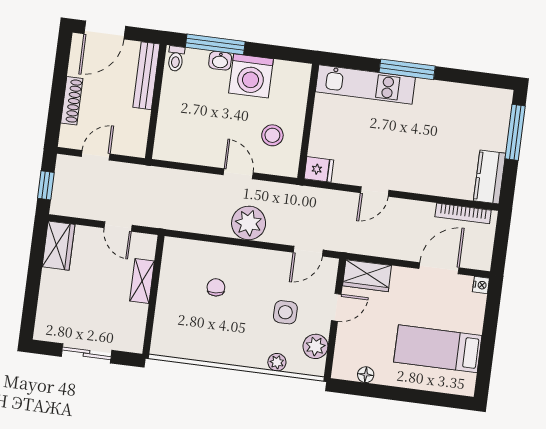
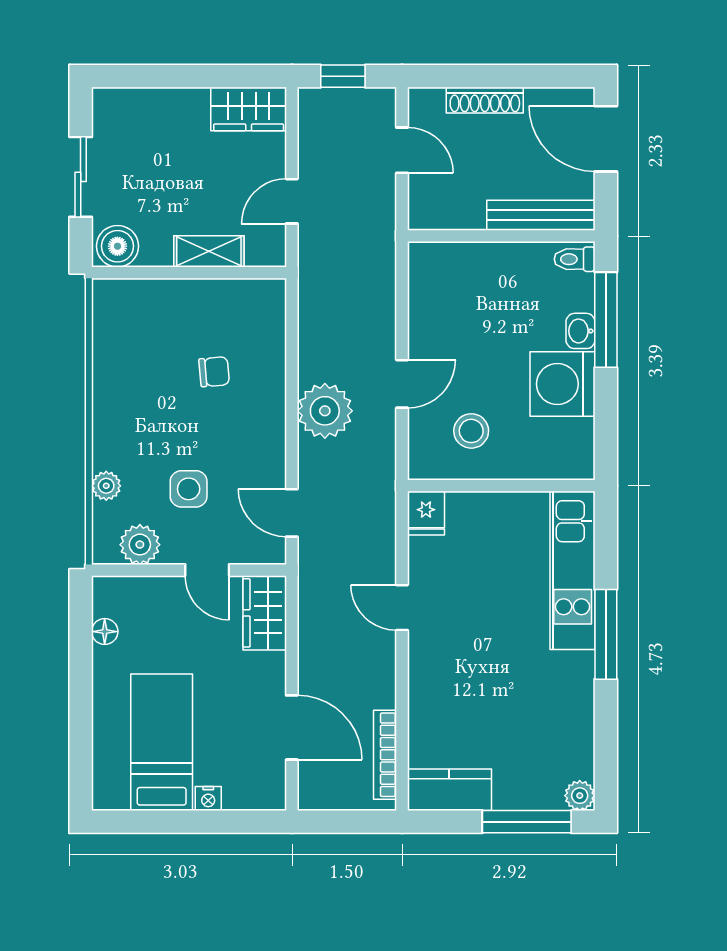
plant: (503, 98) -> (580, 796), added
nightstand: (481, 285) -> (208, 799), moved
boiler: (132, 336) -> (117, 246), added

